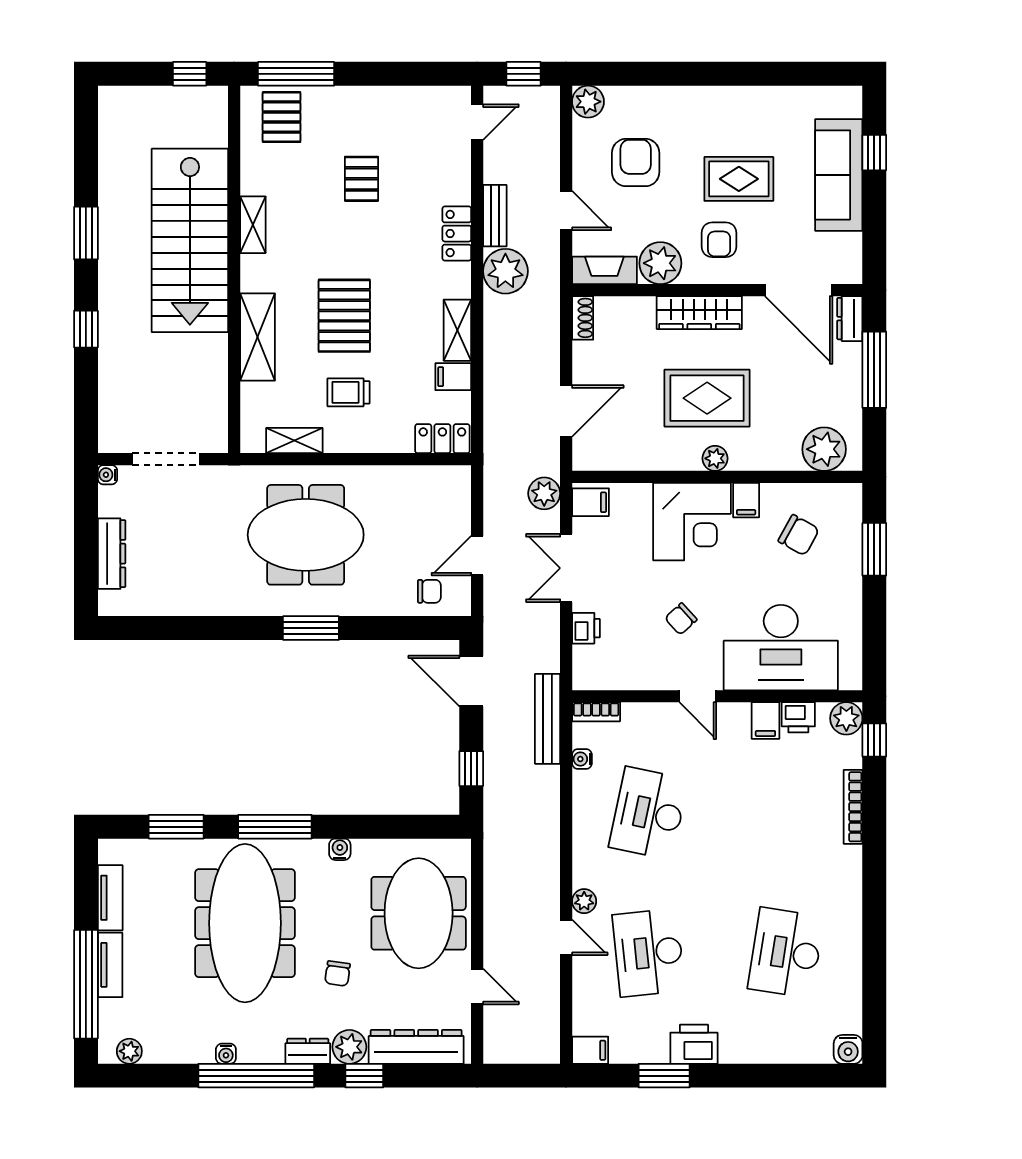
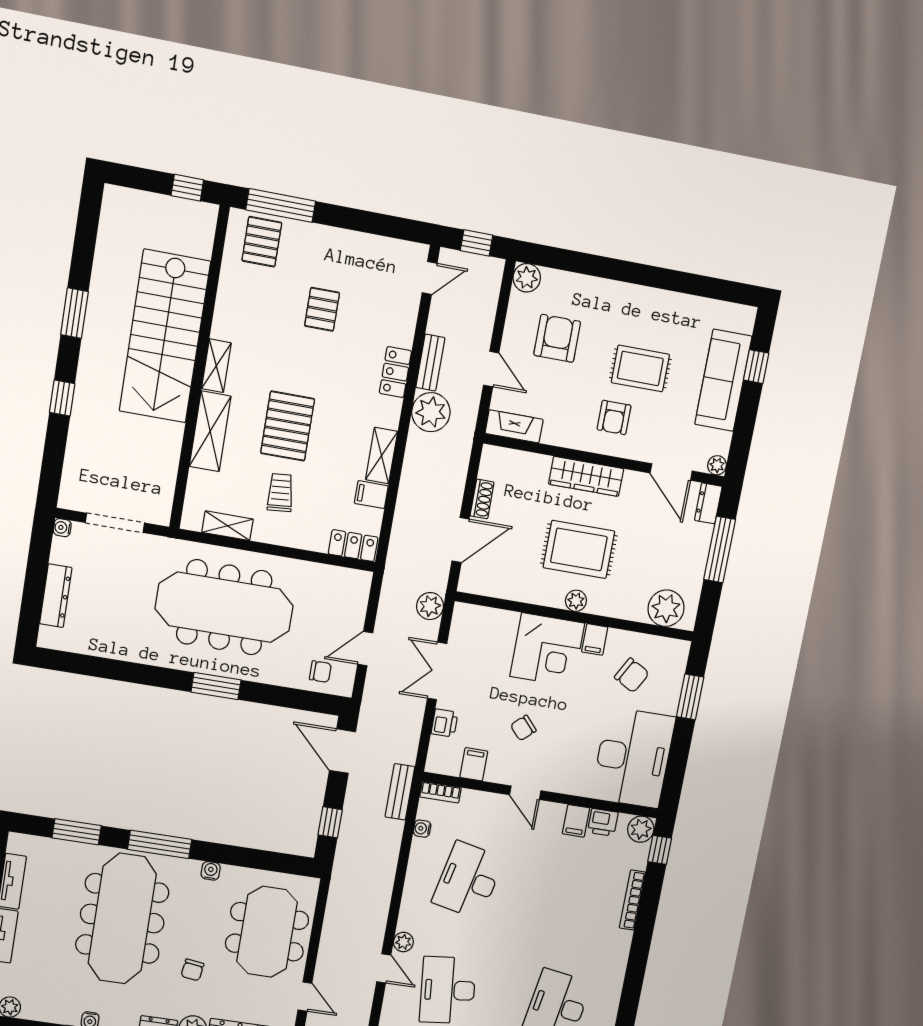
shelving: (253, 225) -> (216, 366), moved
plant: (660, 263) -> (717, 465), moved, width x0.53, depth x0.53
door: (799, 290) -> (671, 472), width x0.73
shoe rack: (583, 318) -> (482, 499), moved
trolley: (348, 392) -> (280, 493), turned 85
filing cabinet: (590, 502) -> (474, 764), moved, turned -90
meeting table: (306, 535) -> (224, 607), width x1.36
desk: (781, 648) -> (633, 758), moved, turned -90
bench: (548, 719) -> (400, 792), width x0.73

